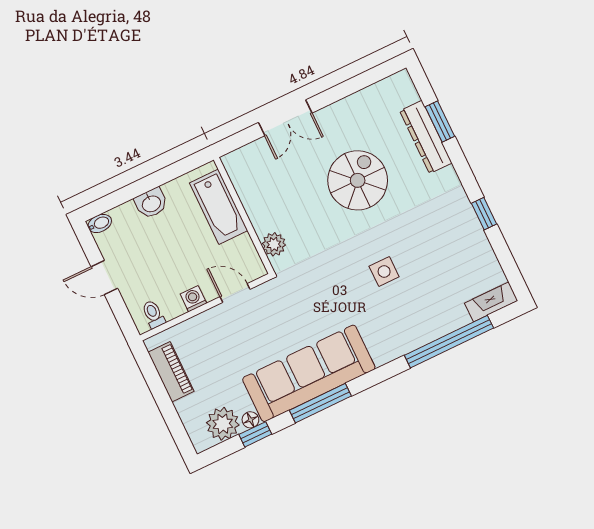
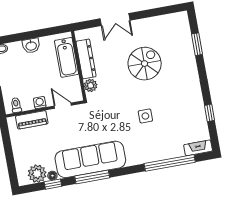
dresser: (426, 137) -> (86, 59), moved, turned 180
window: (484, 214) -> (209, 113), moved
piano: (171, 372) -> (32, 120), moved, turned 90

